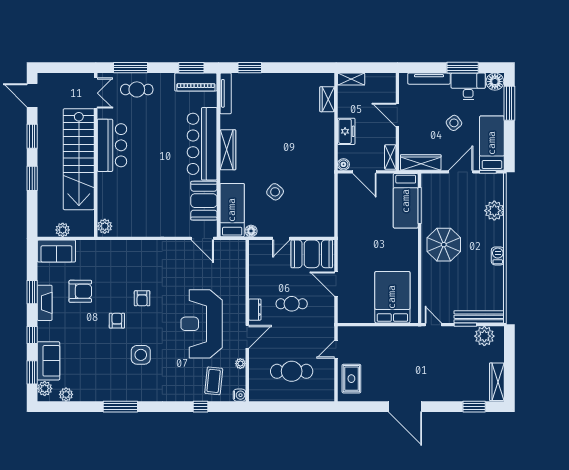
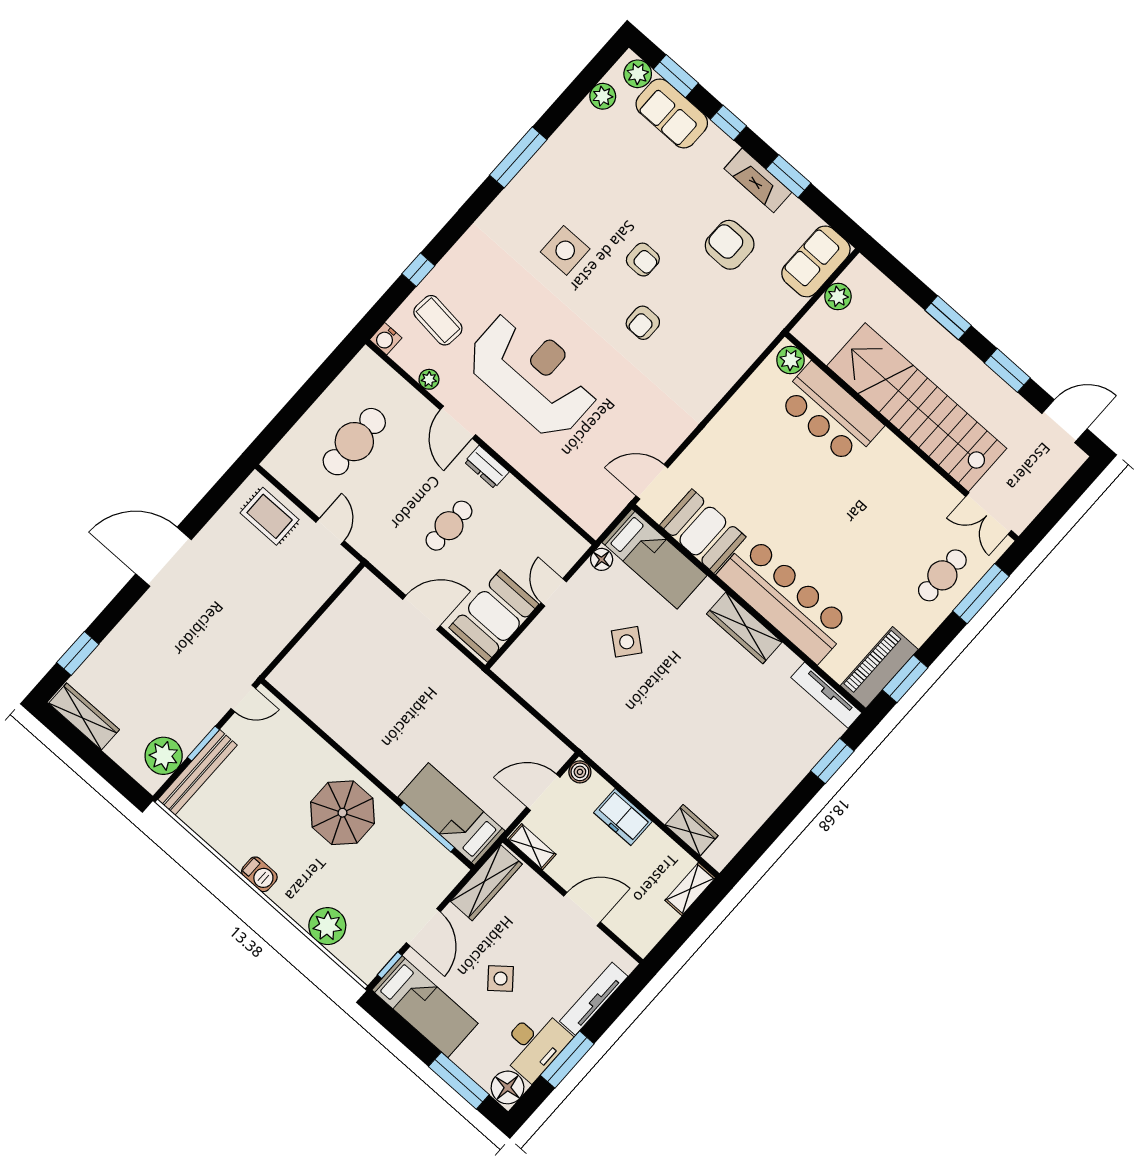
bar counter: (112, 145) -> (830, 413), moved
armchair: (80, 291) -> (730, 245), turned 90
bed: (392, 297) -> (333, 675), removed
armchair: (142, 298) -> (643, 323), turned -90

